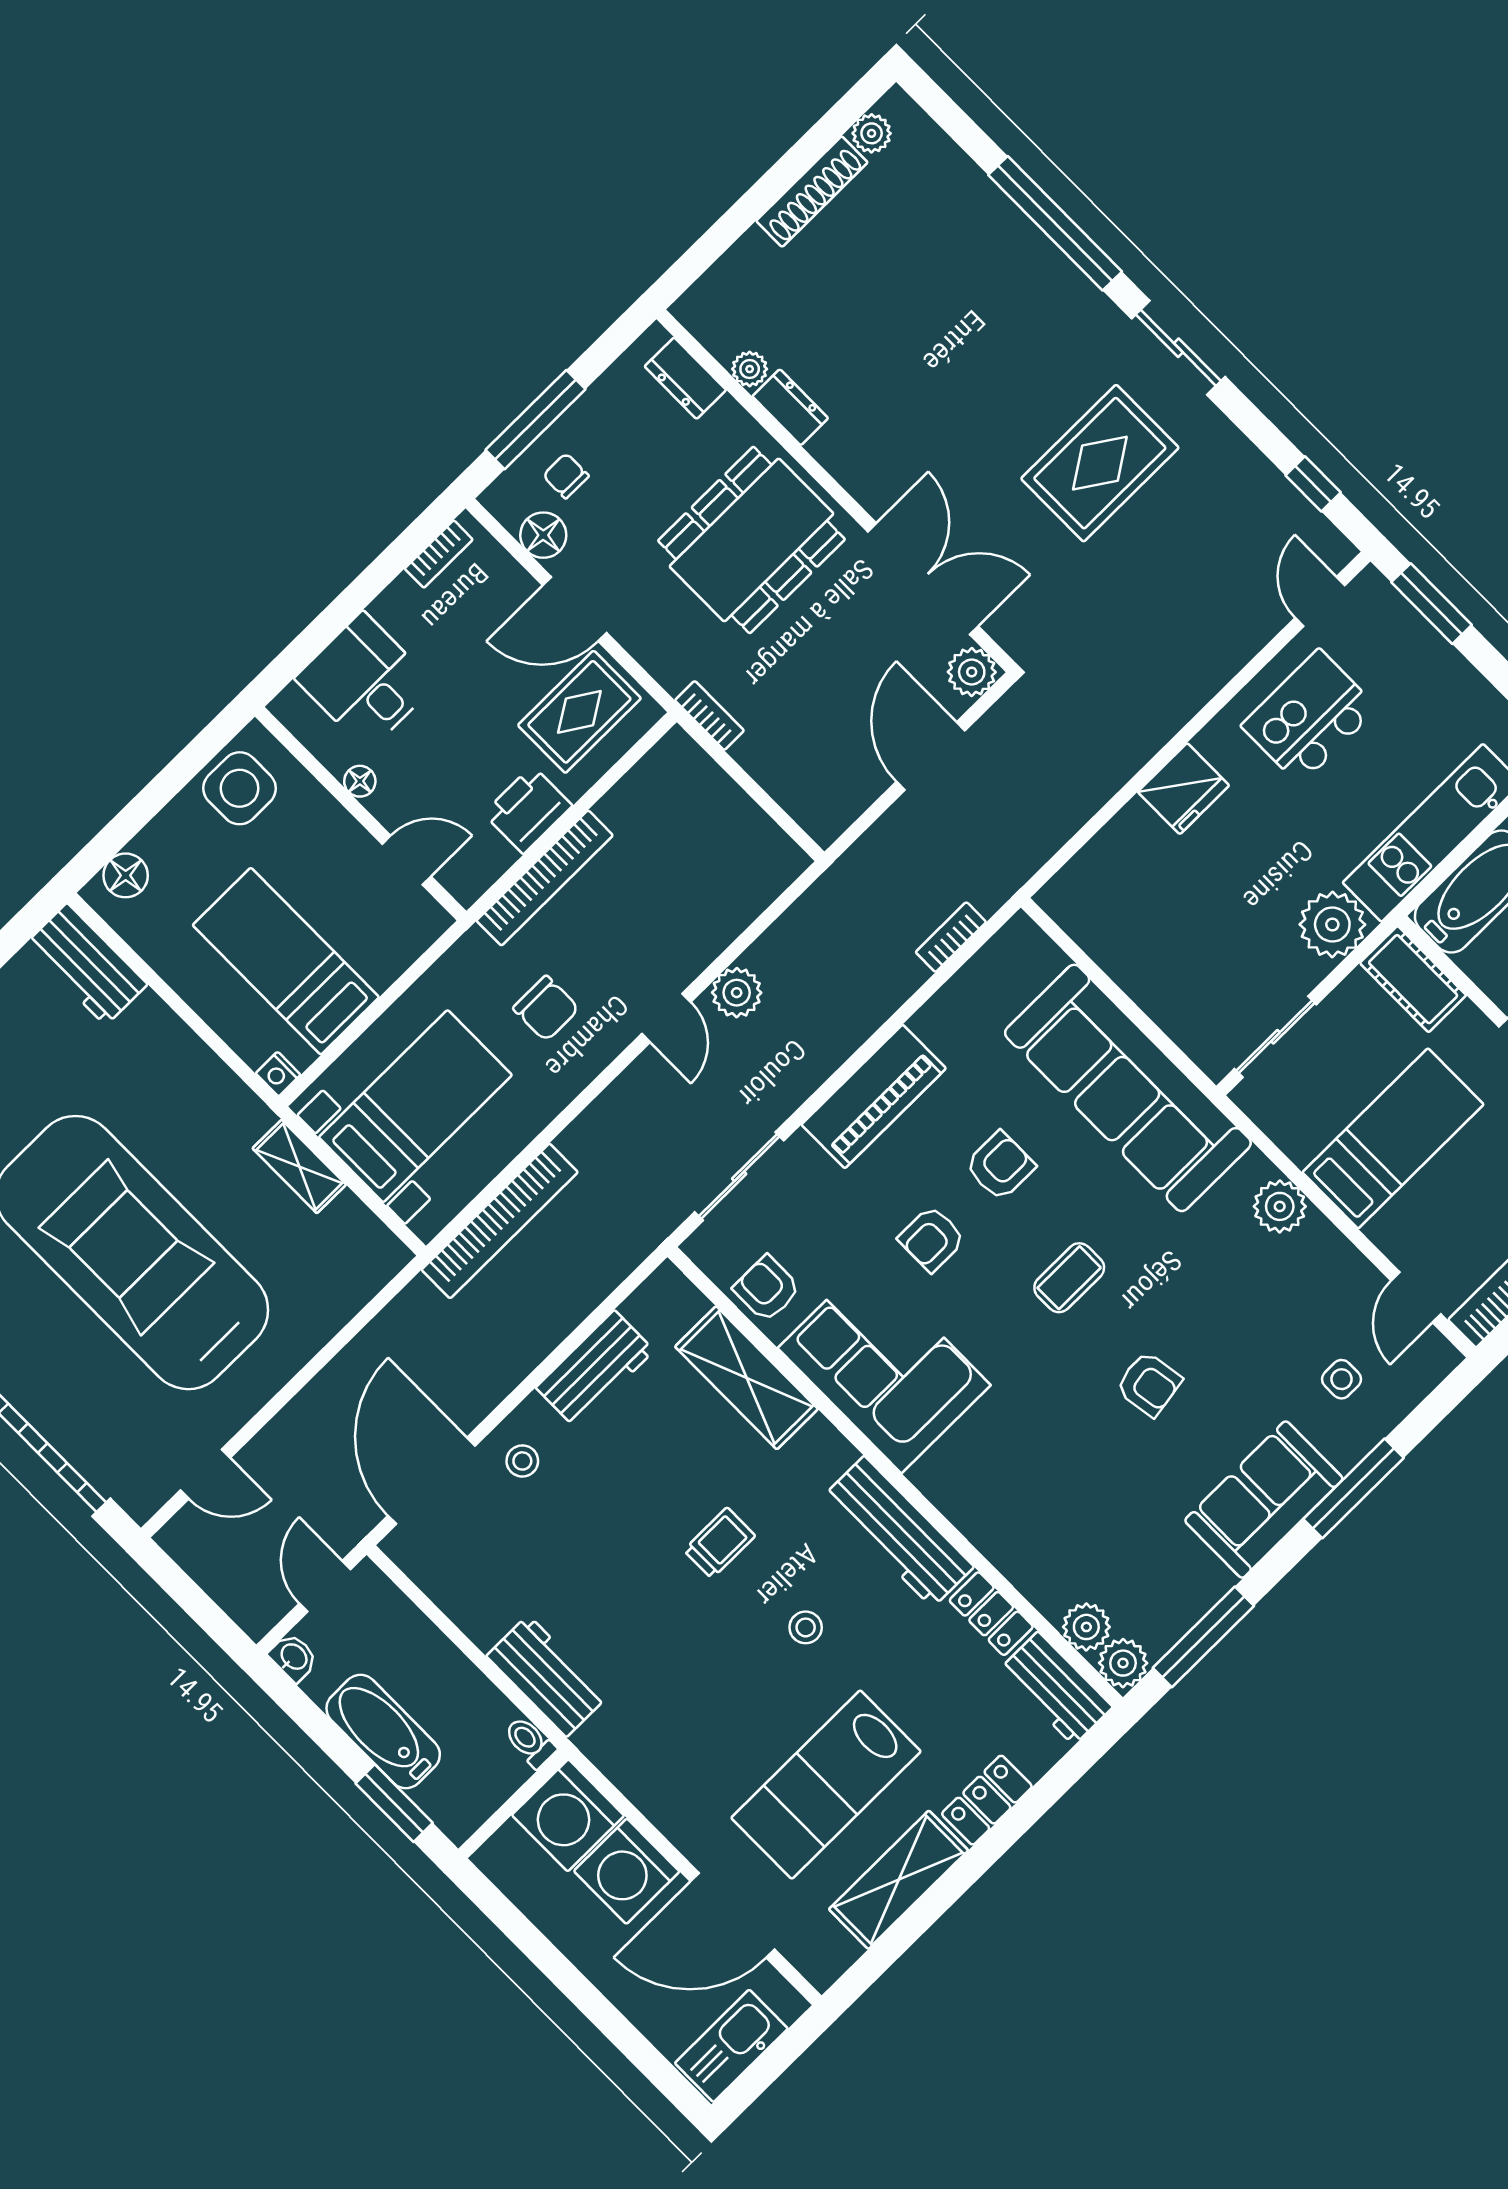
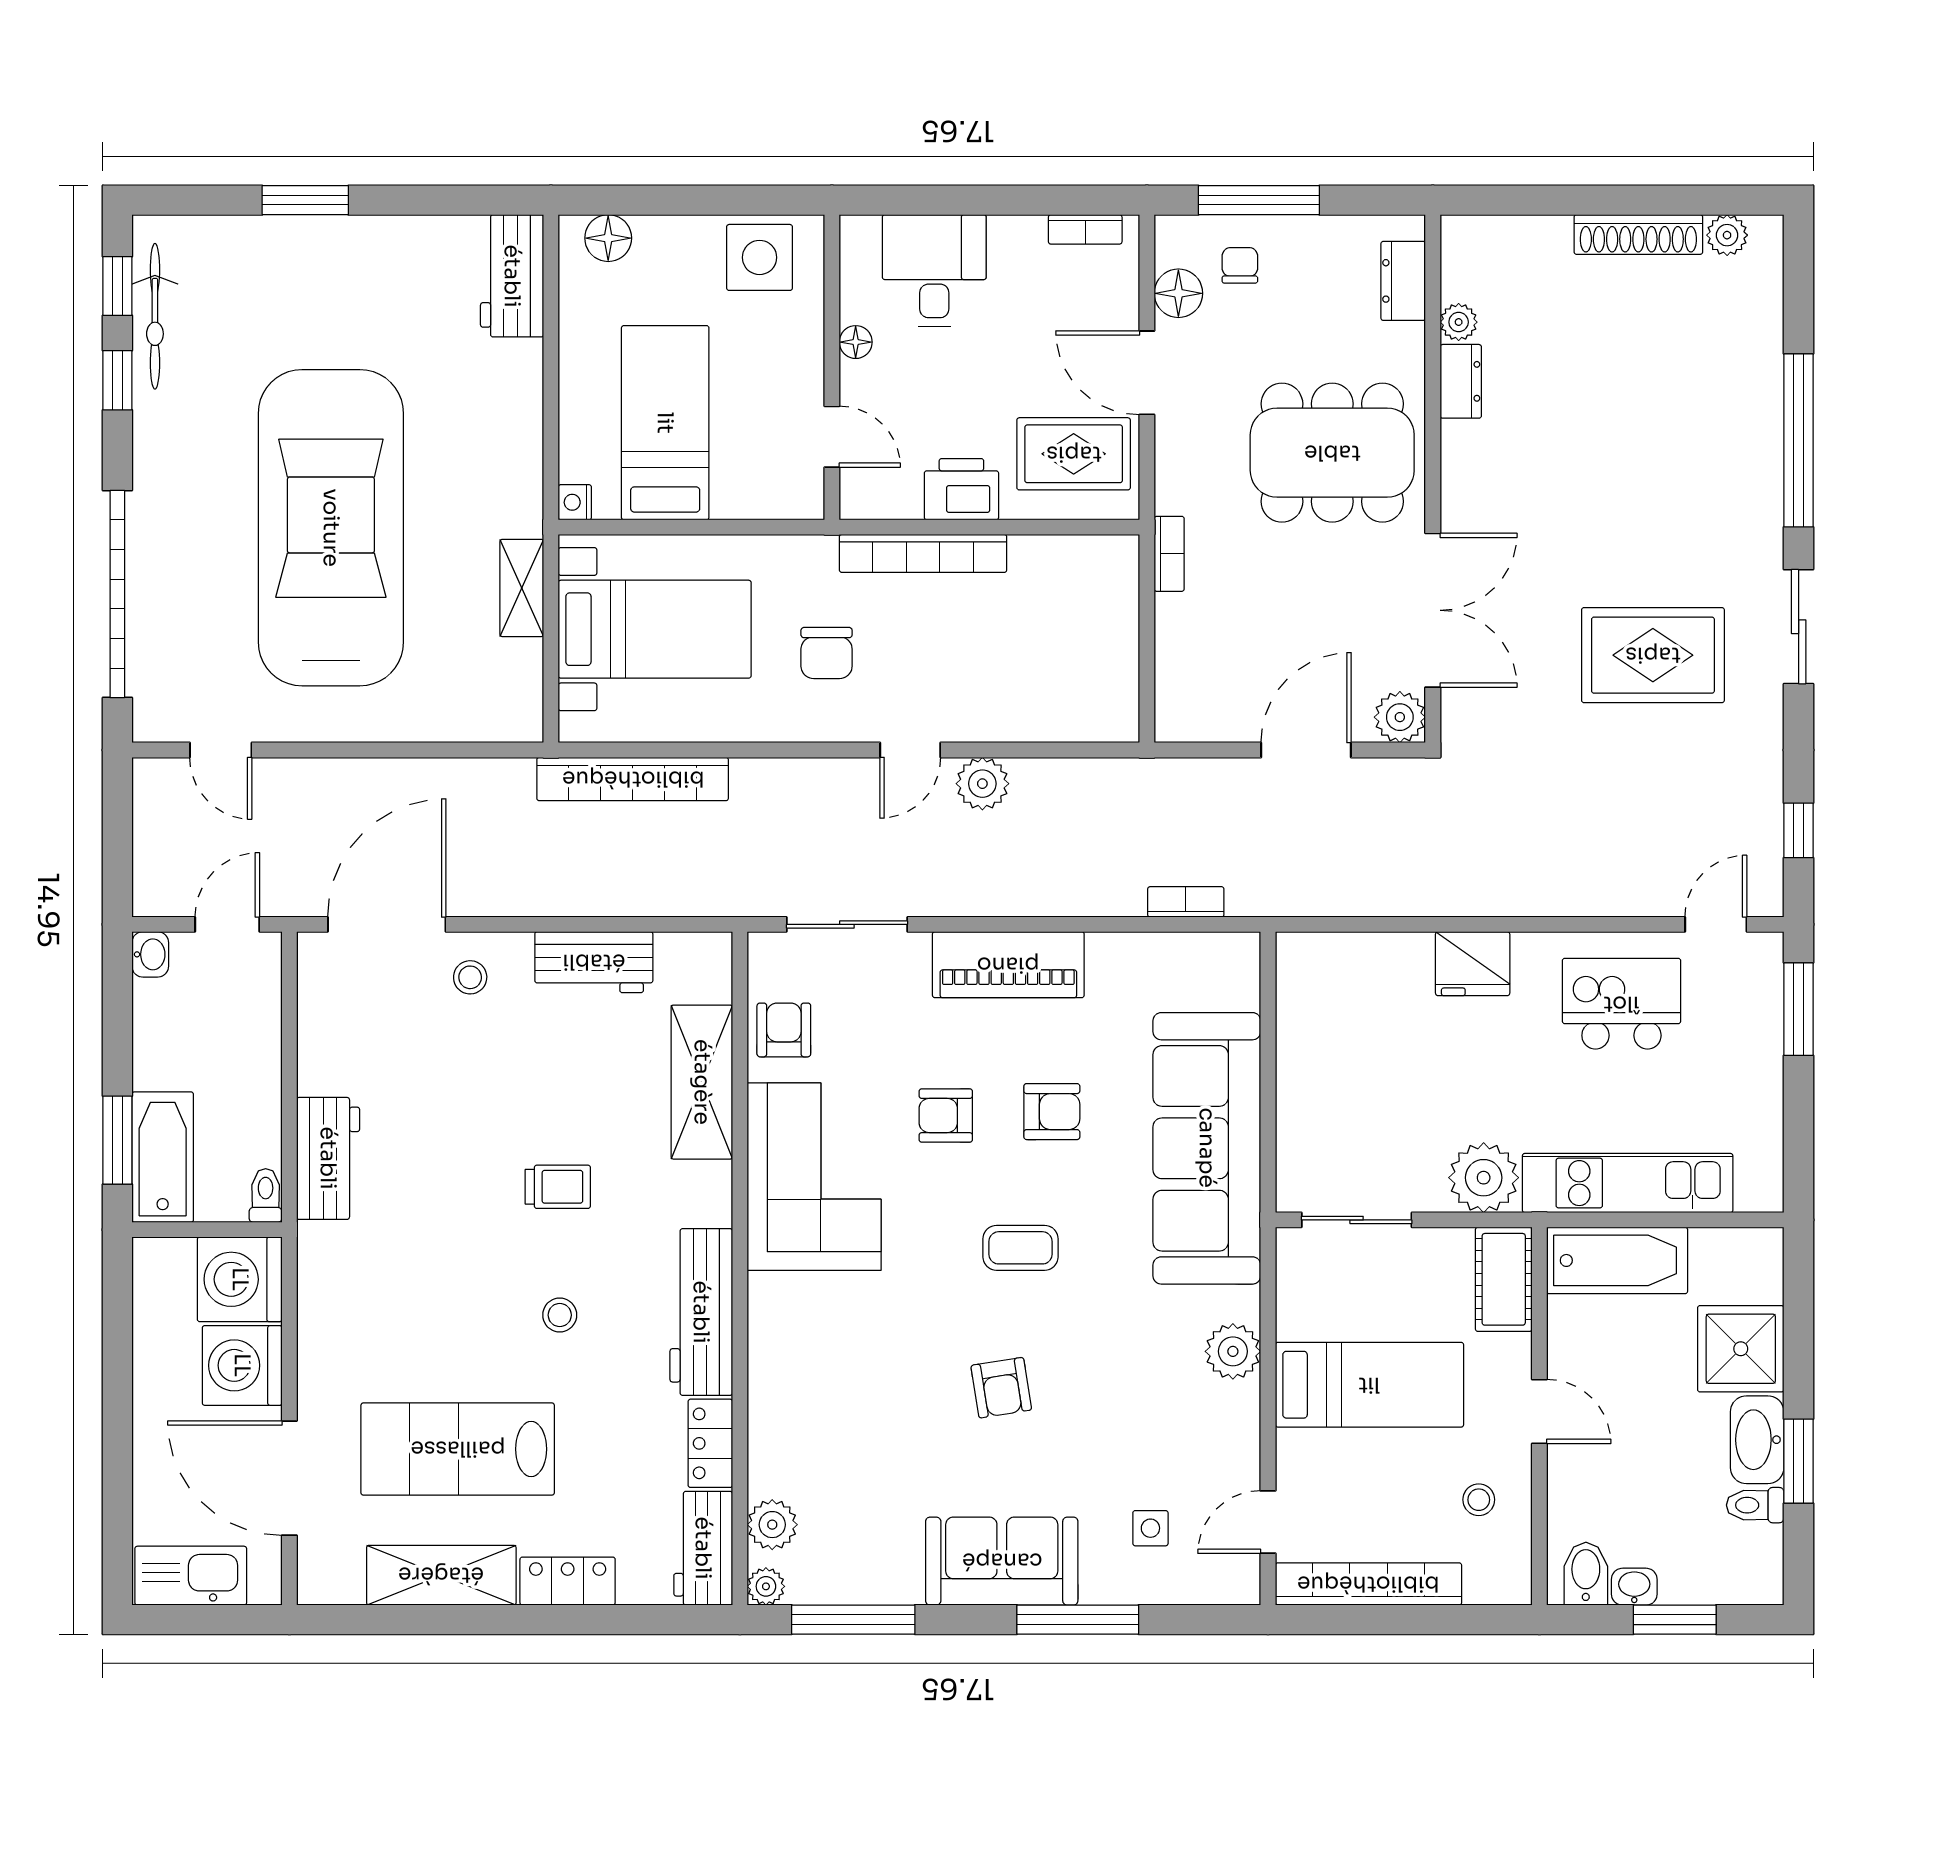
plant: (1123, 1663) -> (766, 1586), width x0.73, depth x0.73
bathtub: (383, 1732) -> (163, 1157), moved

